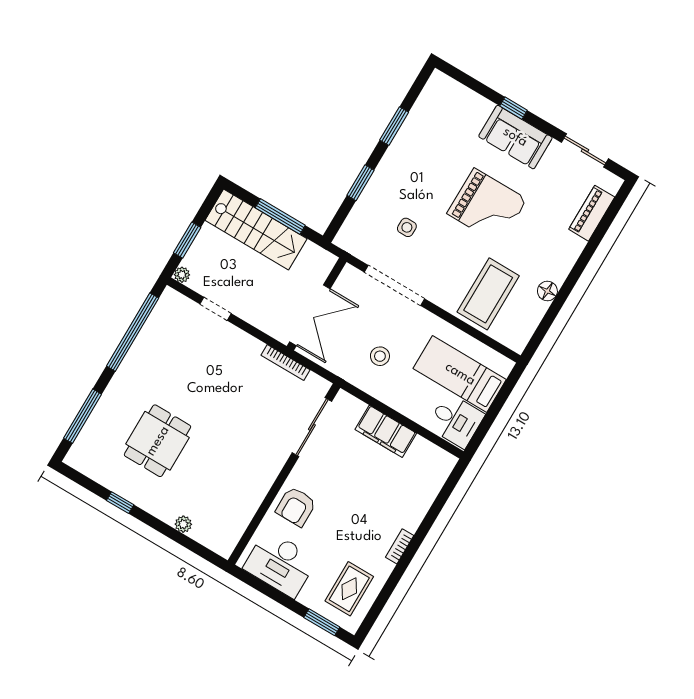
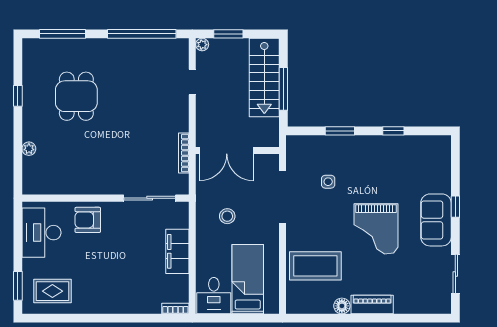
window: (394, 126) -> (393, 131), width x0.67
piano: (592, 213) -> (372, 305), moved
dining table: (158, 441) -> (76, 96), turned 90
bookcase: (400, 546) -> (175, 309), moved

